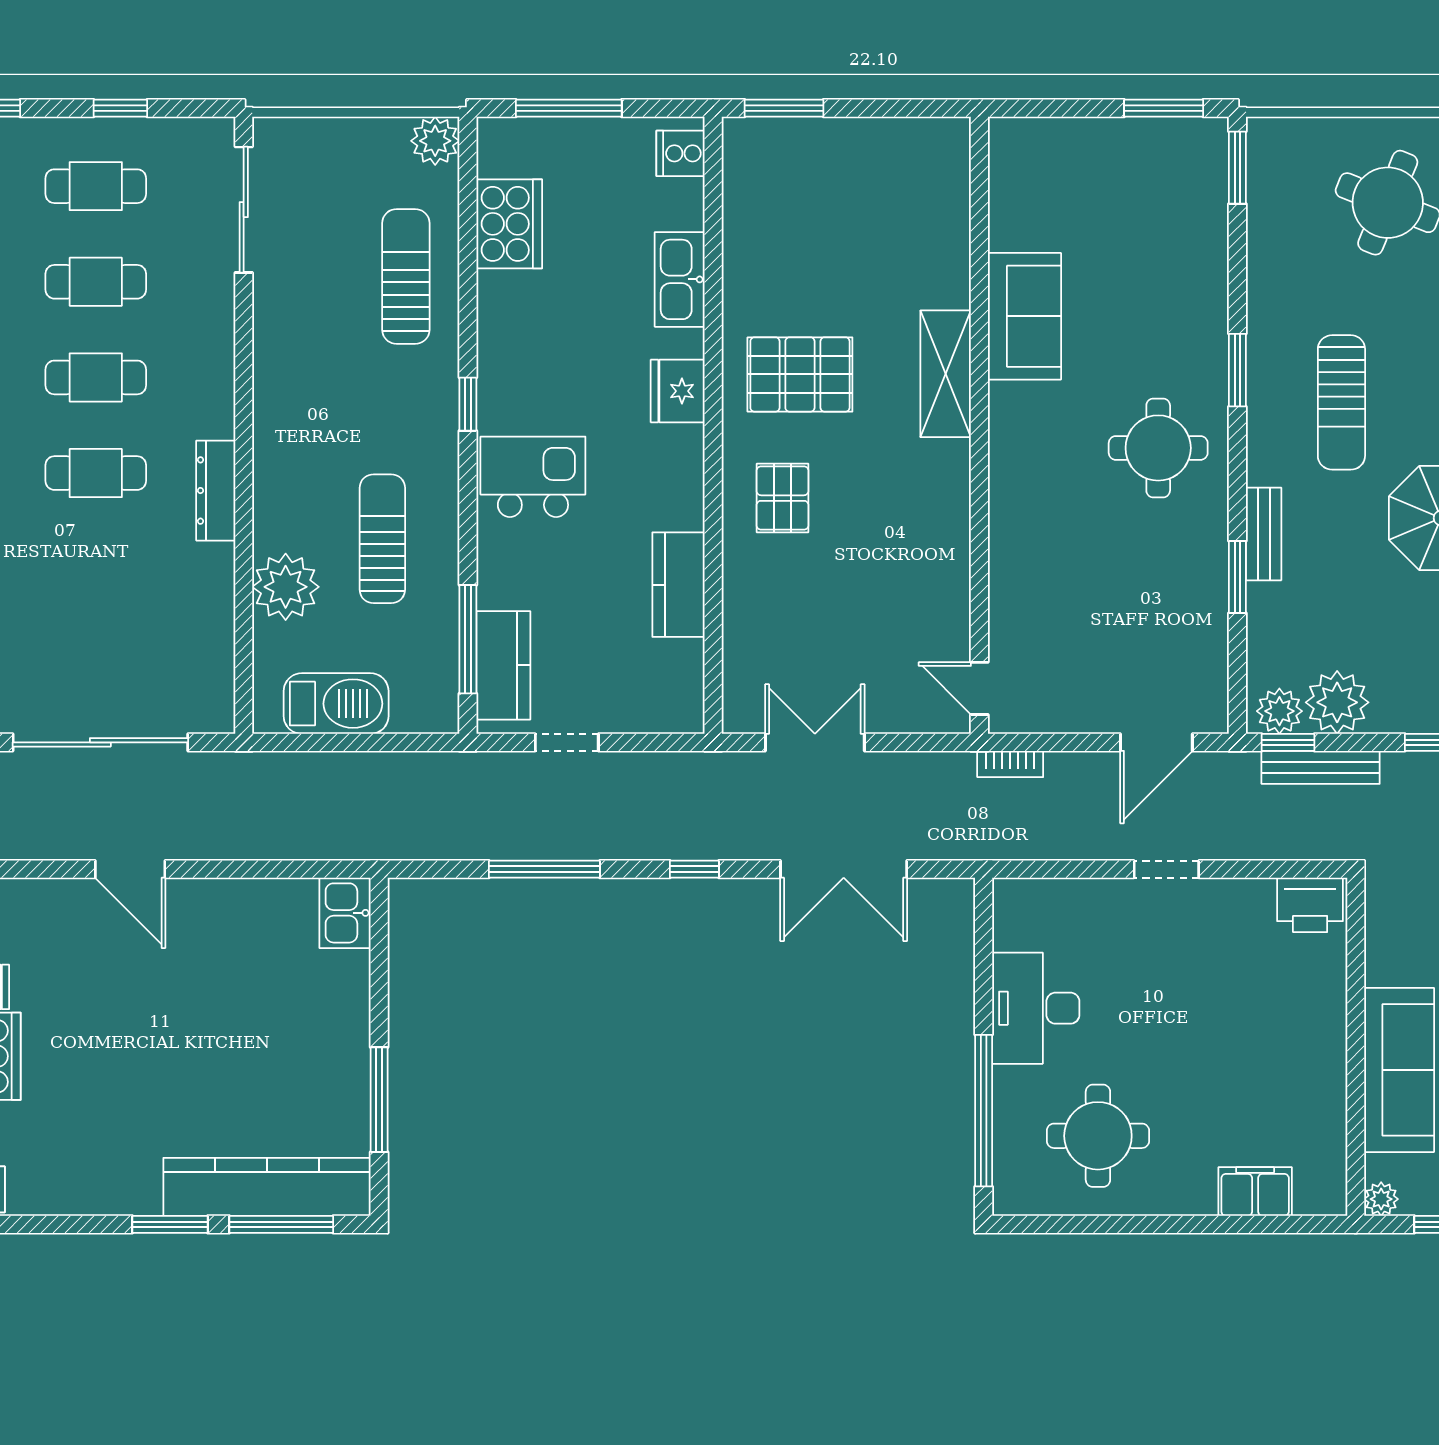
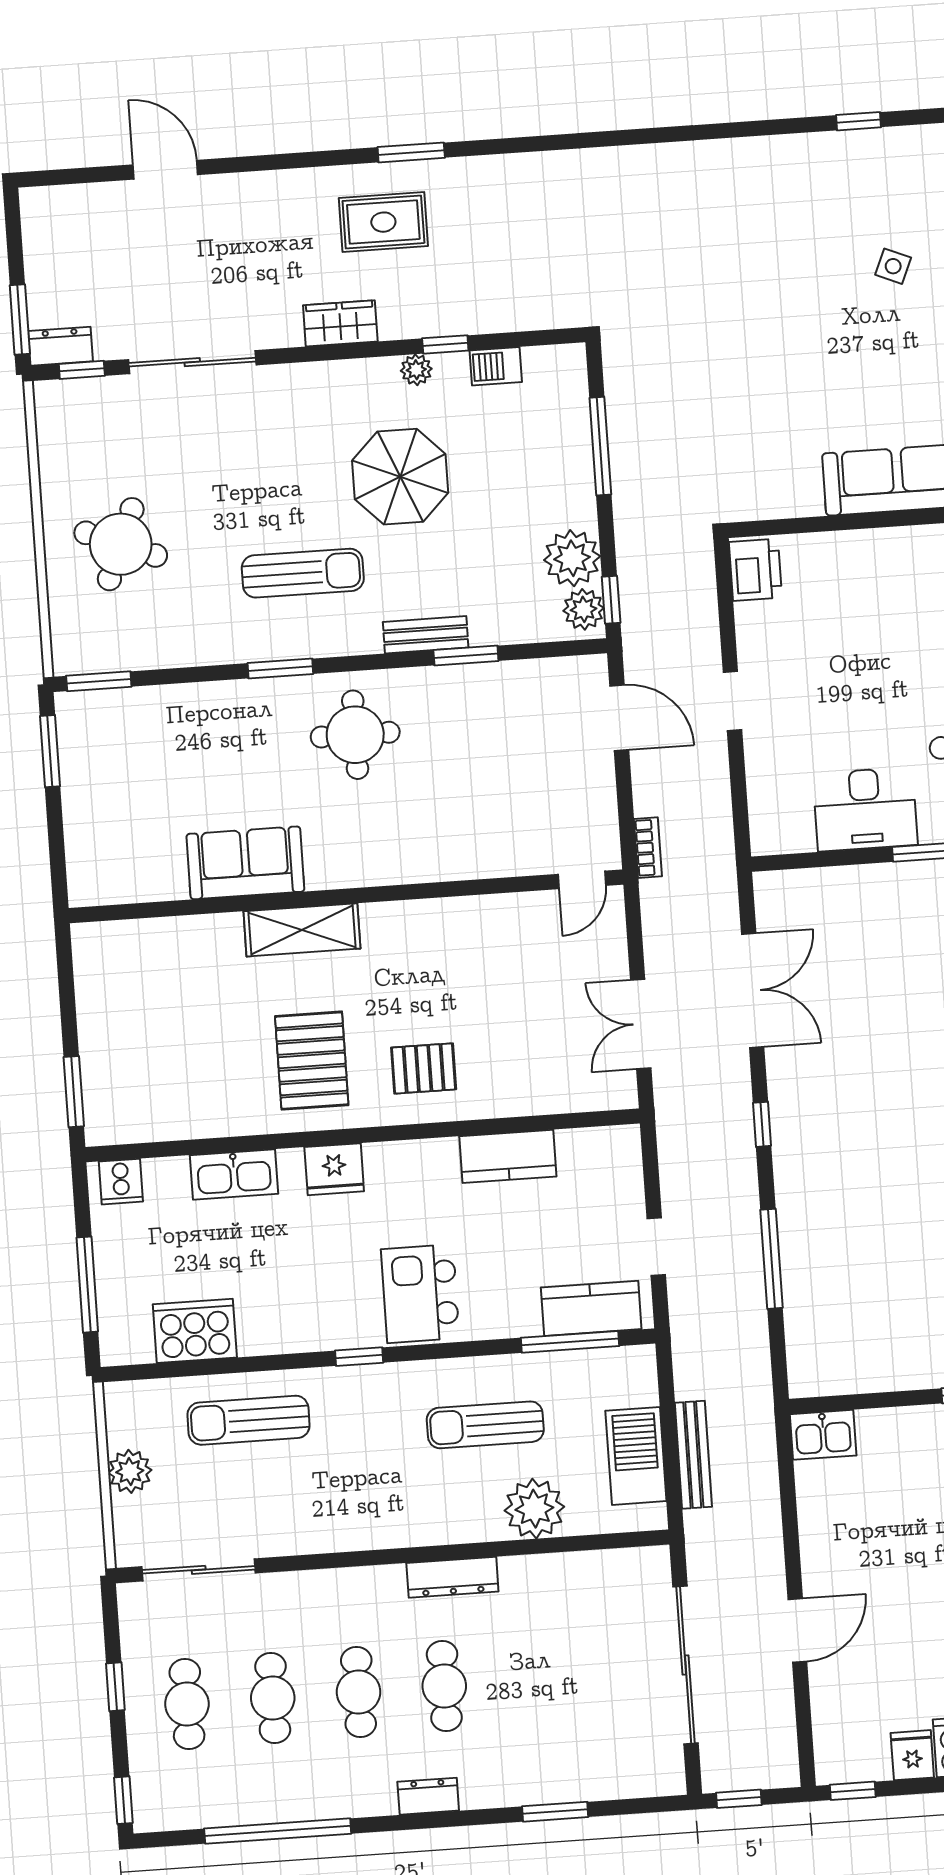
plant: (435, 141) -> (130, 1471), moved
bench: (1321, 767) -> (693, 1455), moved

